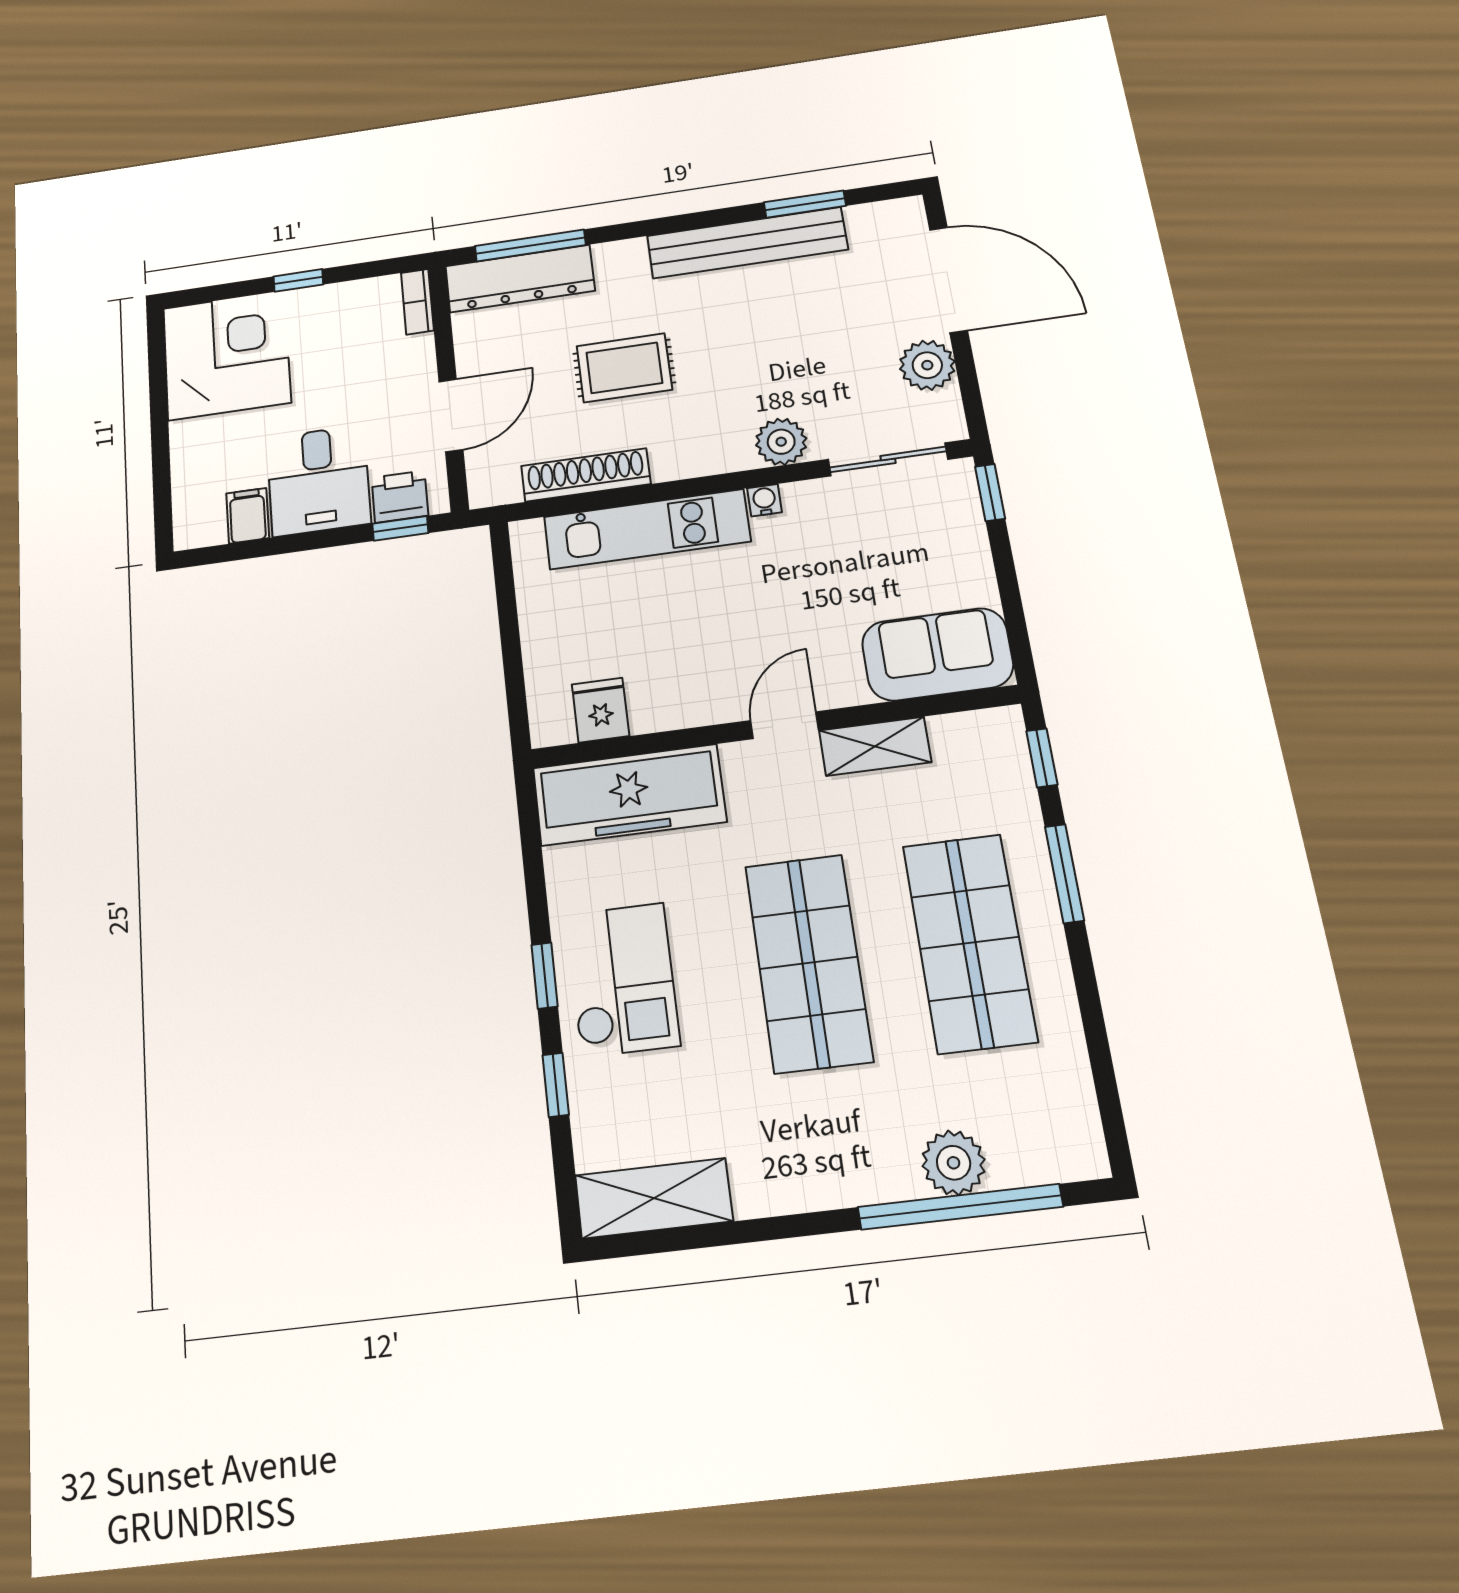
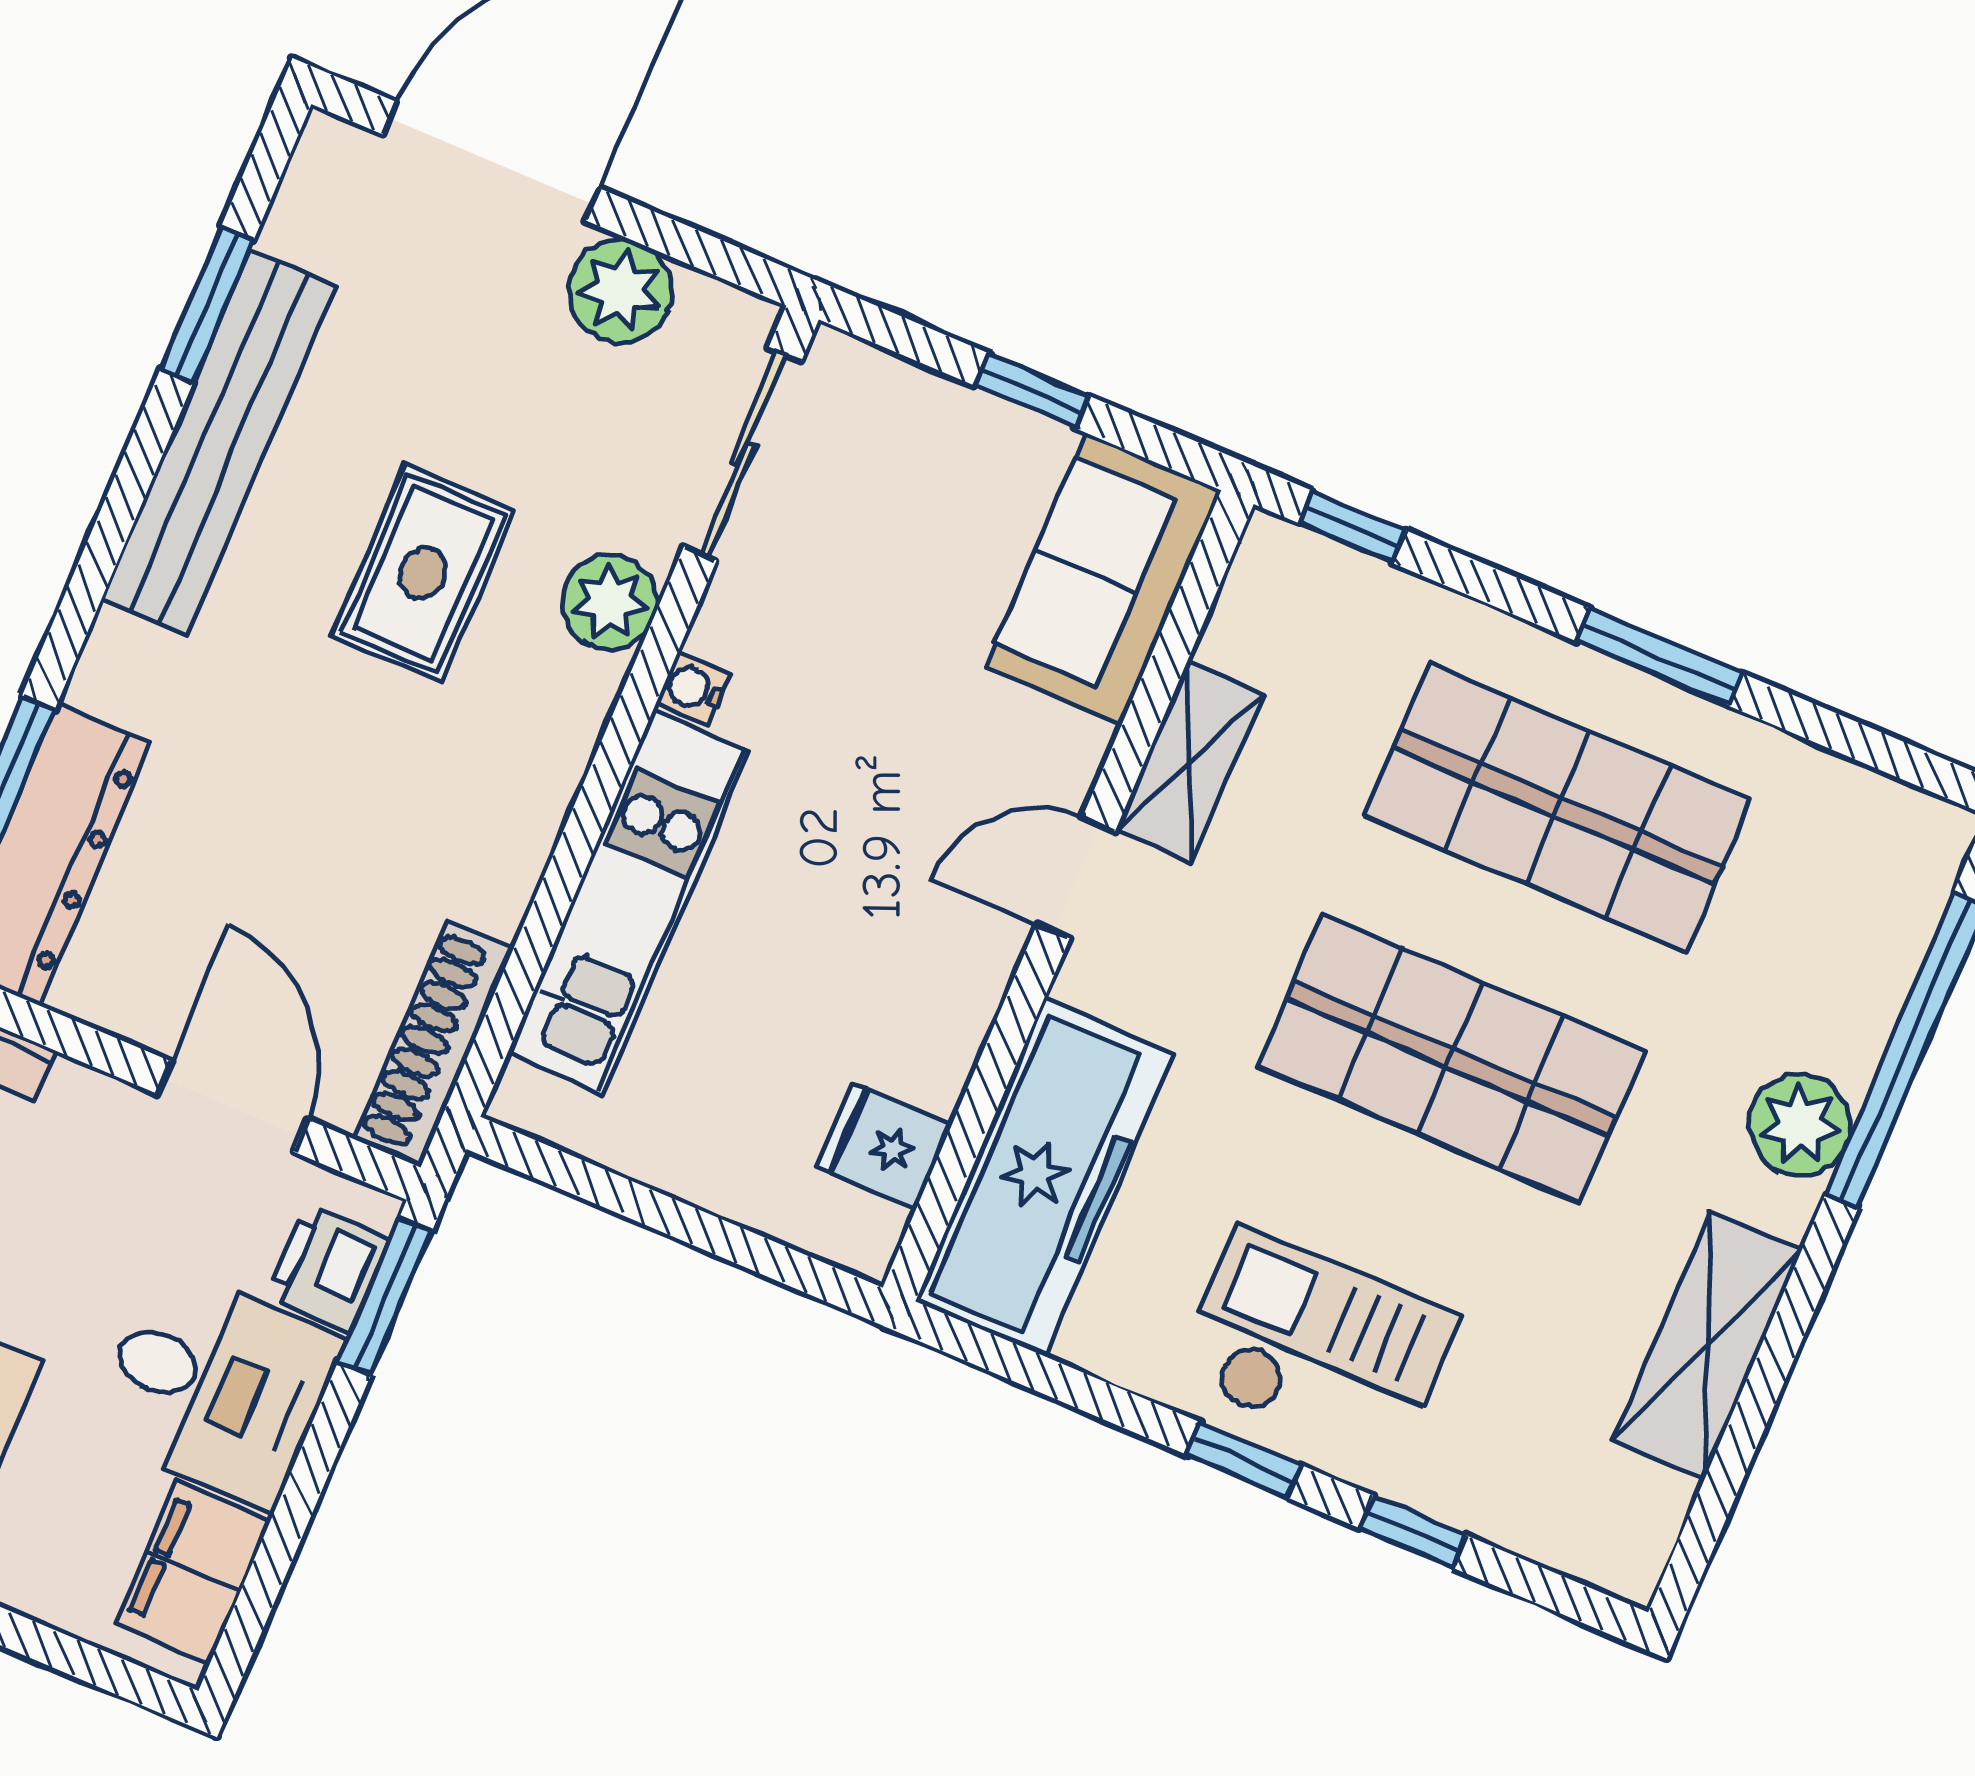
rug: (624, 368) -> (423, 573), moved
shoe rack: (586, 475) -> (433, 1044), moved
window: (990, 493) -> (1032, 391), moved
filing cabinet: (248, 516) -> (193, 1572), width x2.00
window: (400, 528) -> (385, 1297), width x1.50
door: (785, 725) -> (1076, 878), hinge flipped
window: (1064, 873) -> (1659, 657), moved
plant: (954, 1163) -> (1800, 1125), moved
shelving: (654, 1198) -> (1708, 1345), moved

